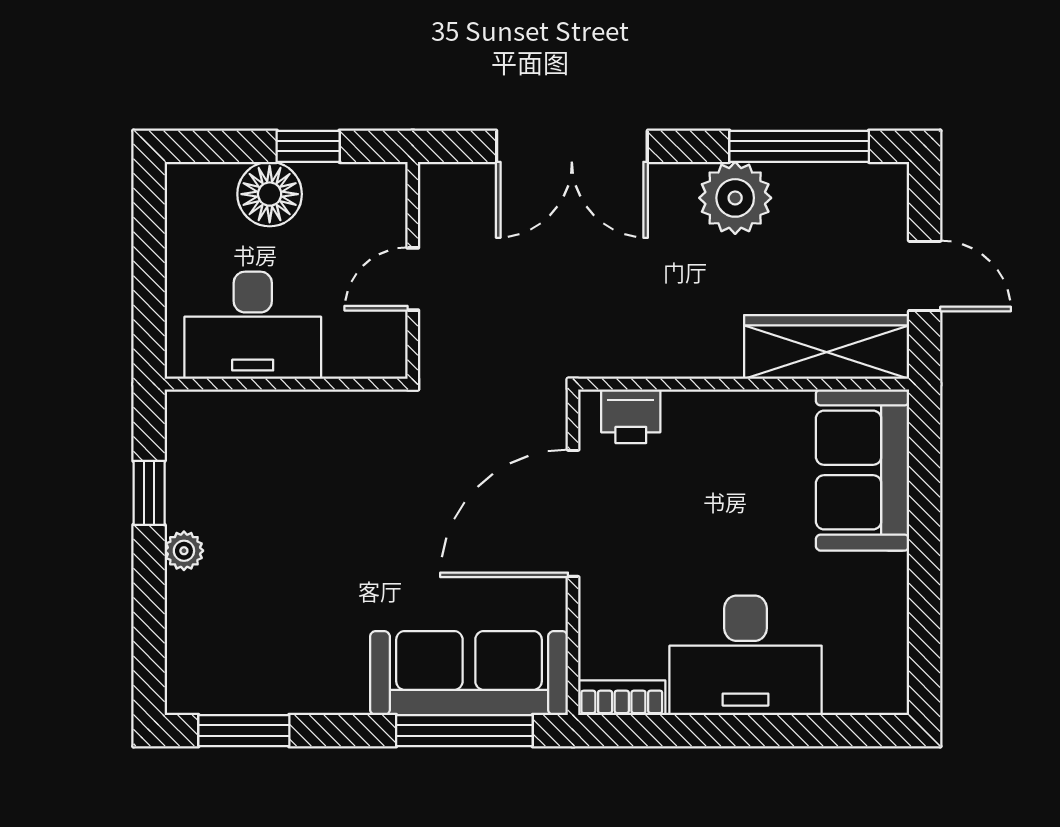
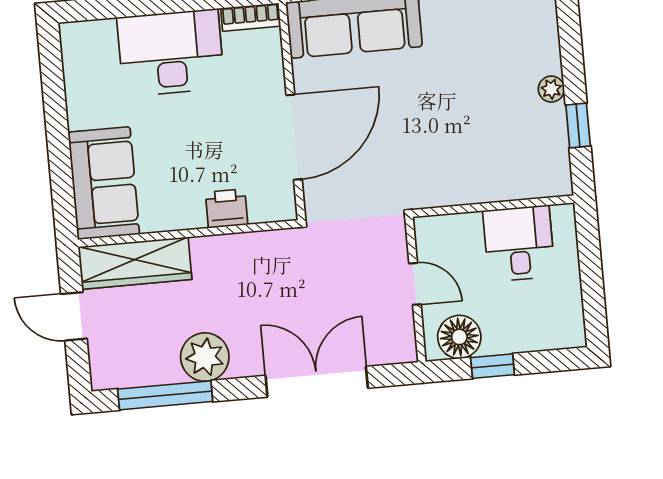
floor lamp: (270, 194) -> (459, 337), moved
door: (413, 279) -> (415, 284), hinge flipped
desk: (253, 325) -> (519, 243), width x0.73
printer: (631, 416) -> (227, 208), moved

